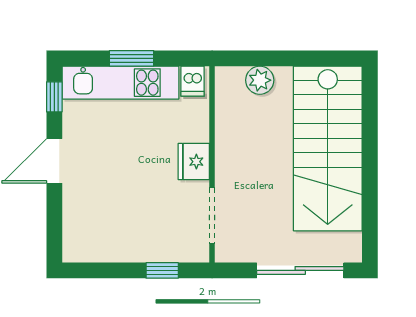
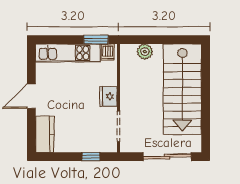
window: (132, 58) -> (96, 40), moved
window: (54, 97) -> (31, 61), removed
kitchen counter: (78, 230) -> (45, 134), added

